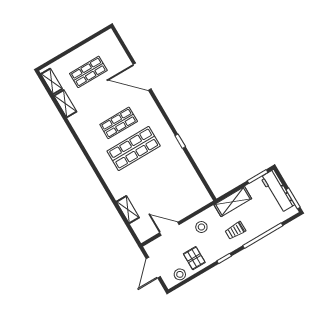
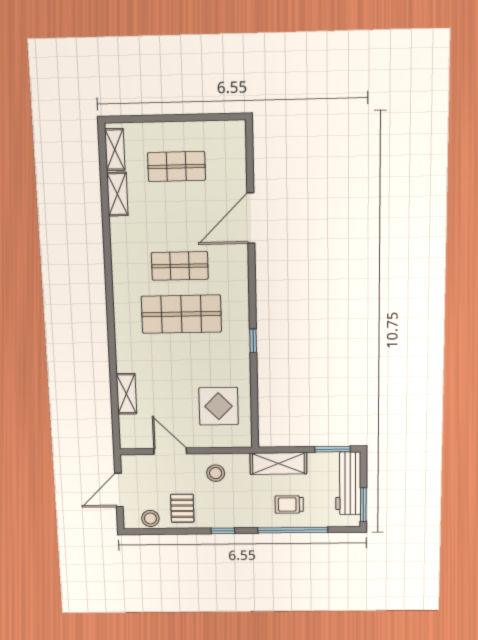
door: (142, 77) -> (251, 218), hinge flipped
display table: (182, 188) -> (219, 406), added
trolley: (235, 230) -> (289, 504), moved

